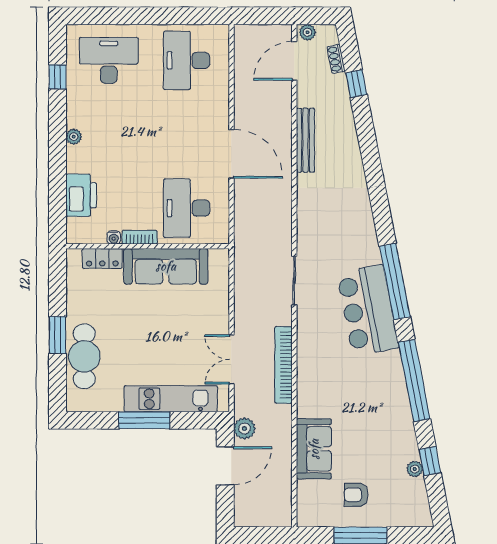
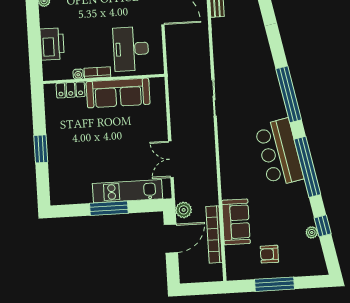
bar counter: (368, 310) -> (279, 153), moved
cafe table: (84, 356) -> (62, 163), removed
bookcase: (284, 365) -> (214, 234), moved

